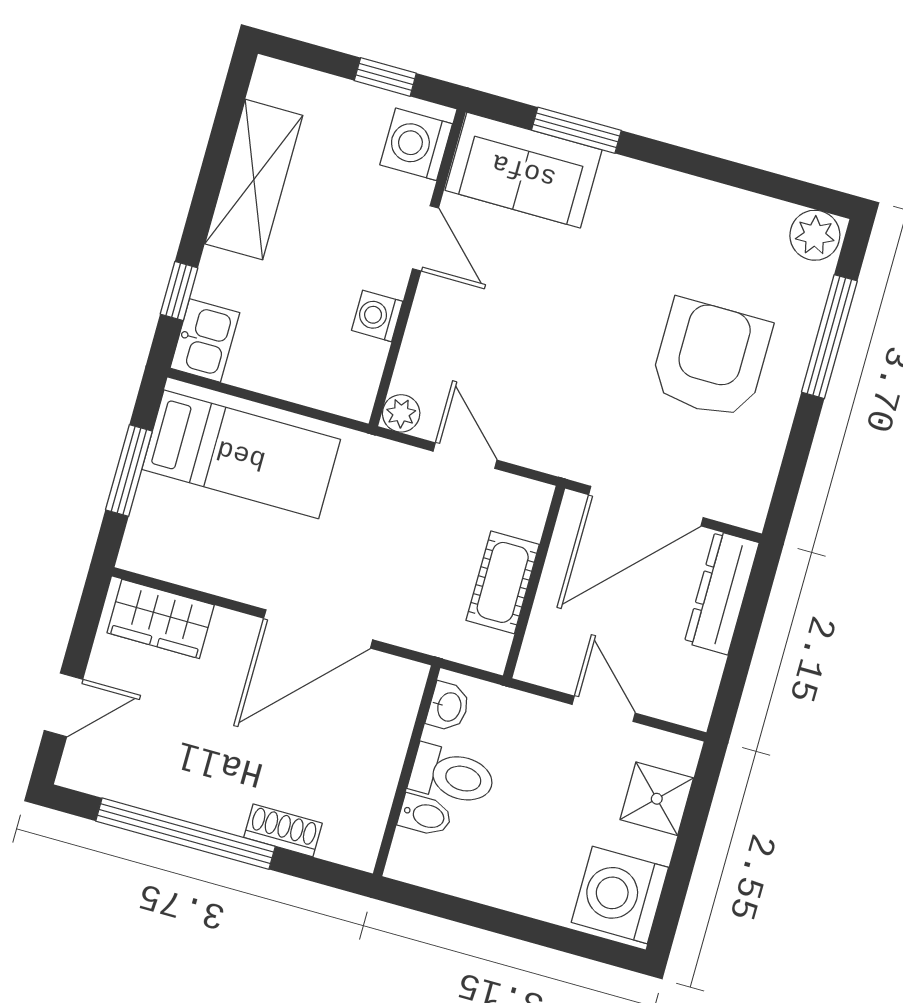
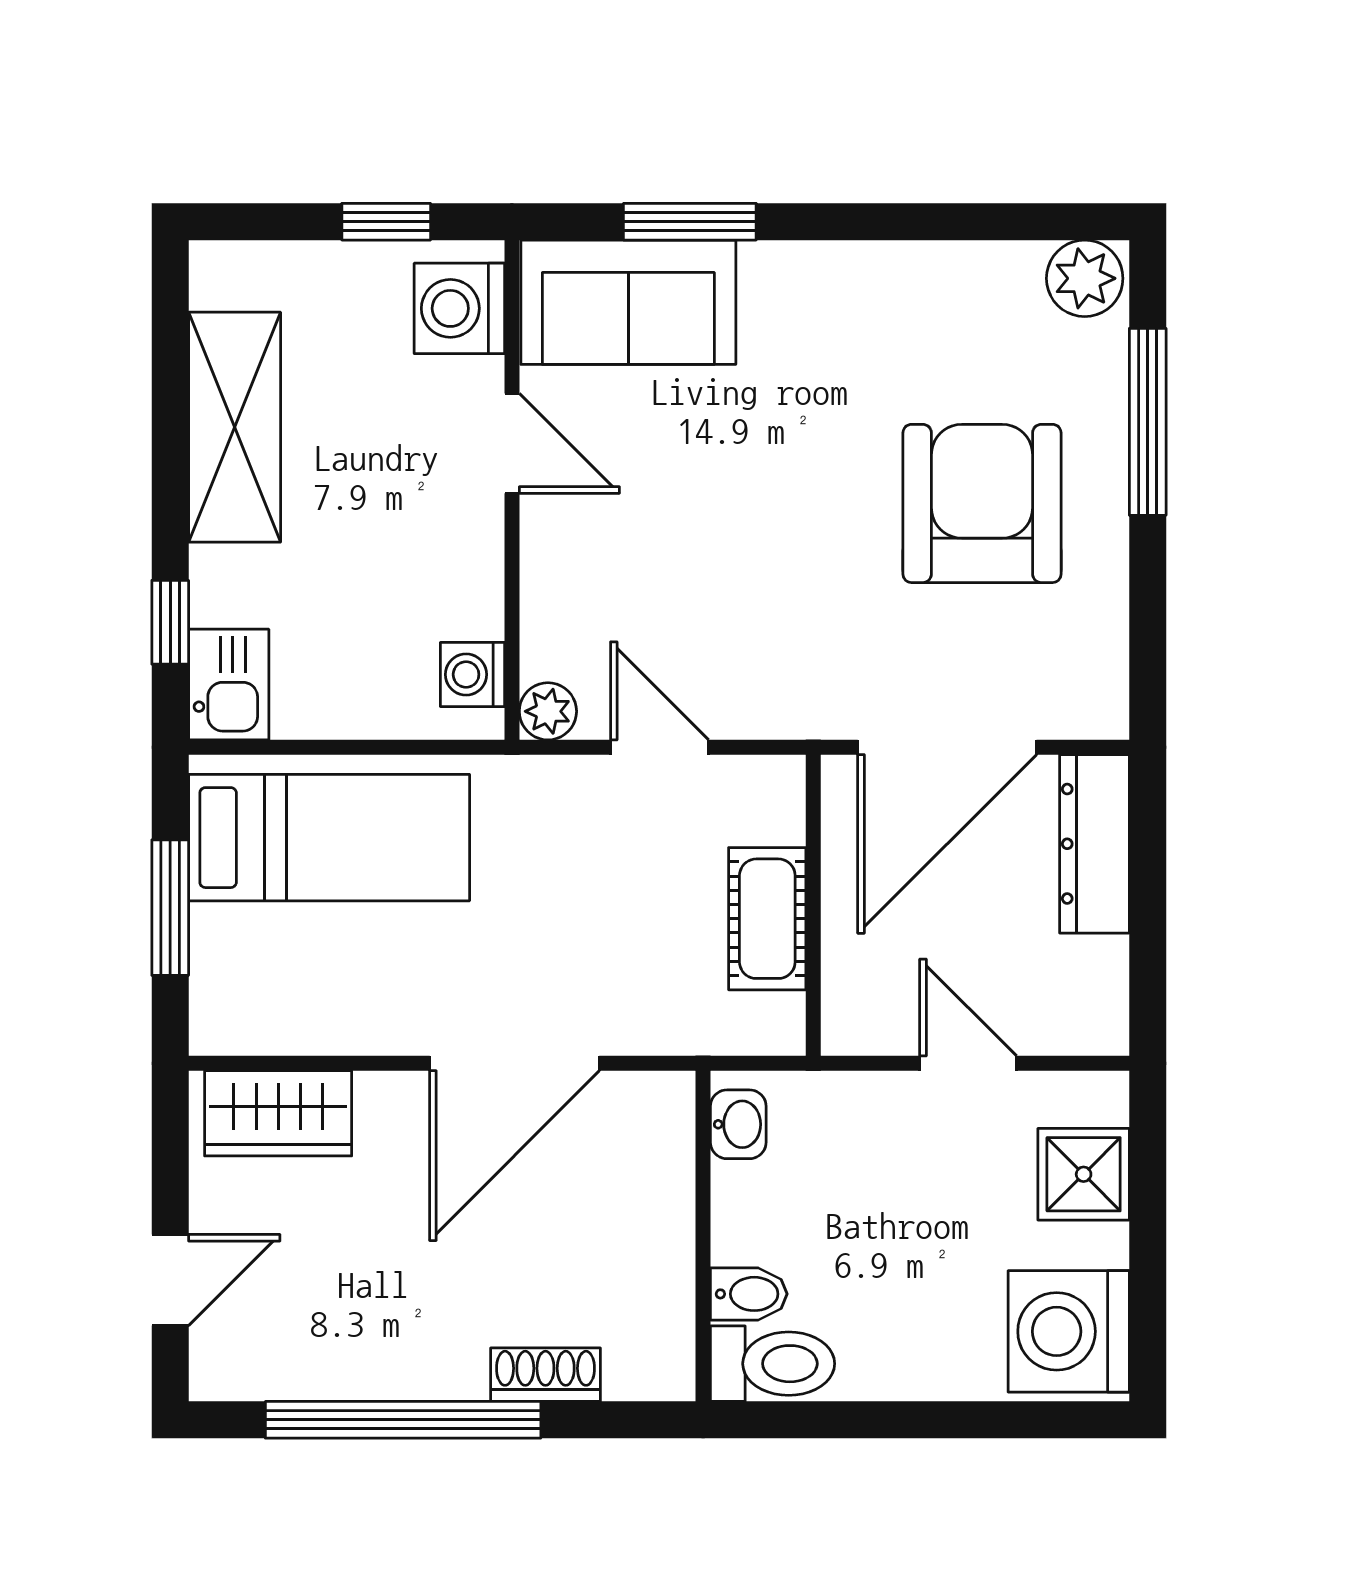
washing machine: (377, 316) -> (472, 674), moved
toilet: (452, 775) -> (773, 1364), moved

